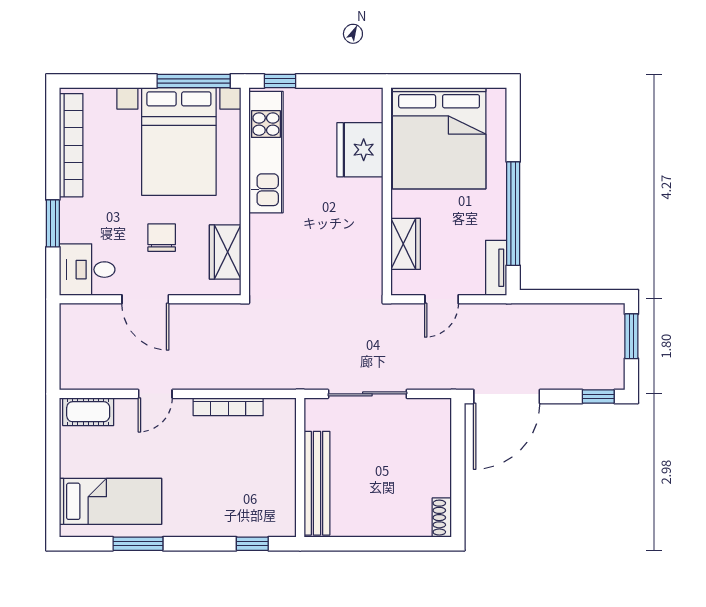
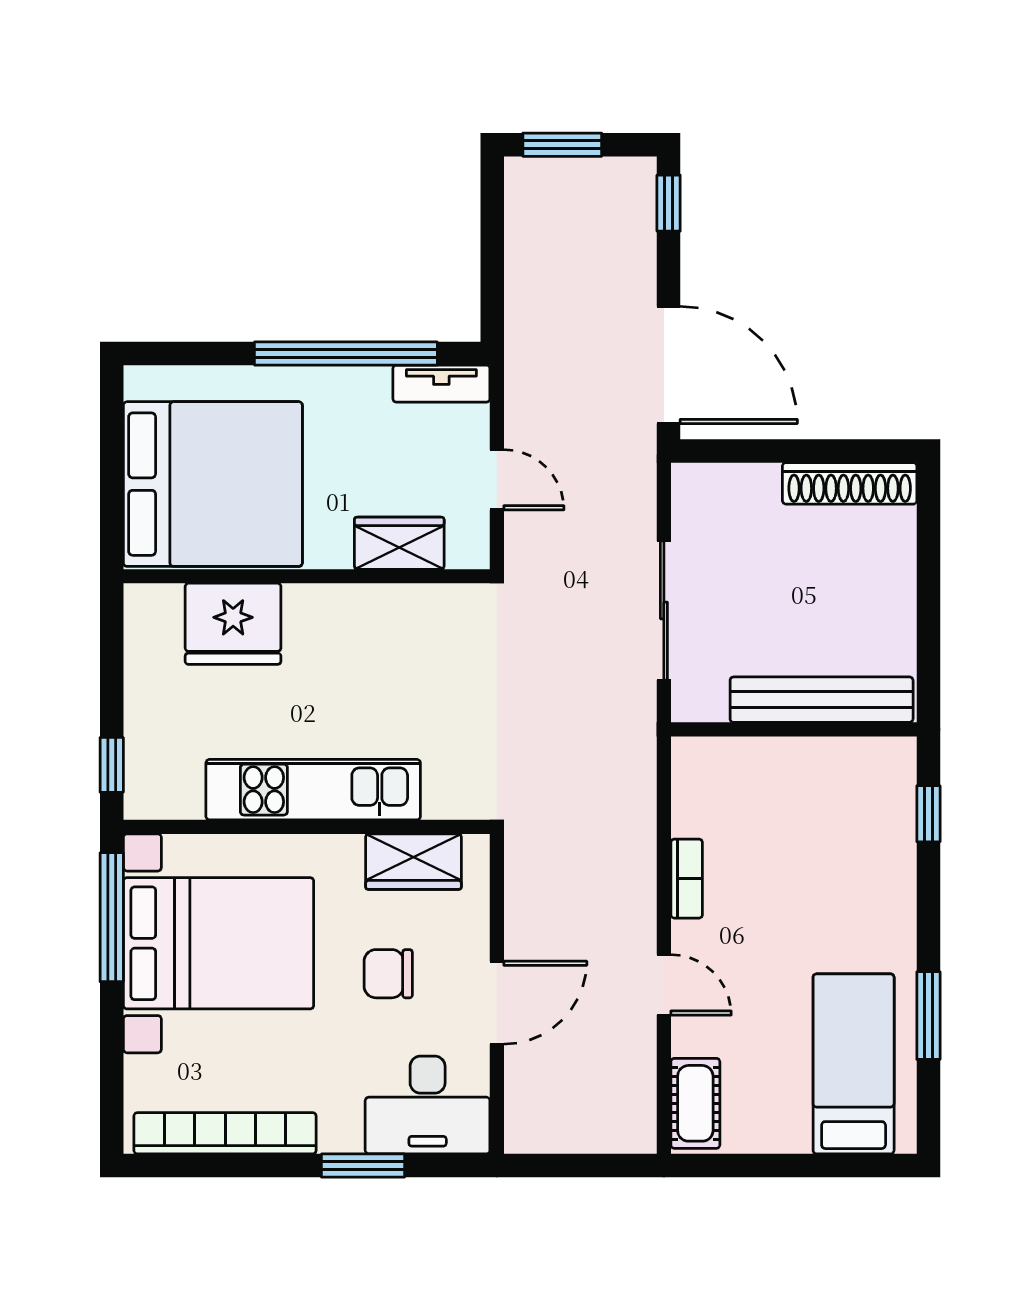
kitchen unit: (266, 152) -> (313, 790), moved
desk: (87, 270) -> (428, 1105), width x1.37
bookcase: (228, 407) -> (687, 879), width x0.64
shoe rack: (442, 518) -> (850, 483), width x1.94, depth x1.24

